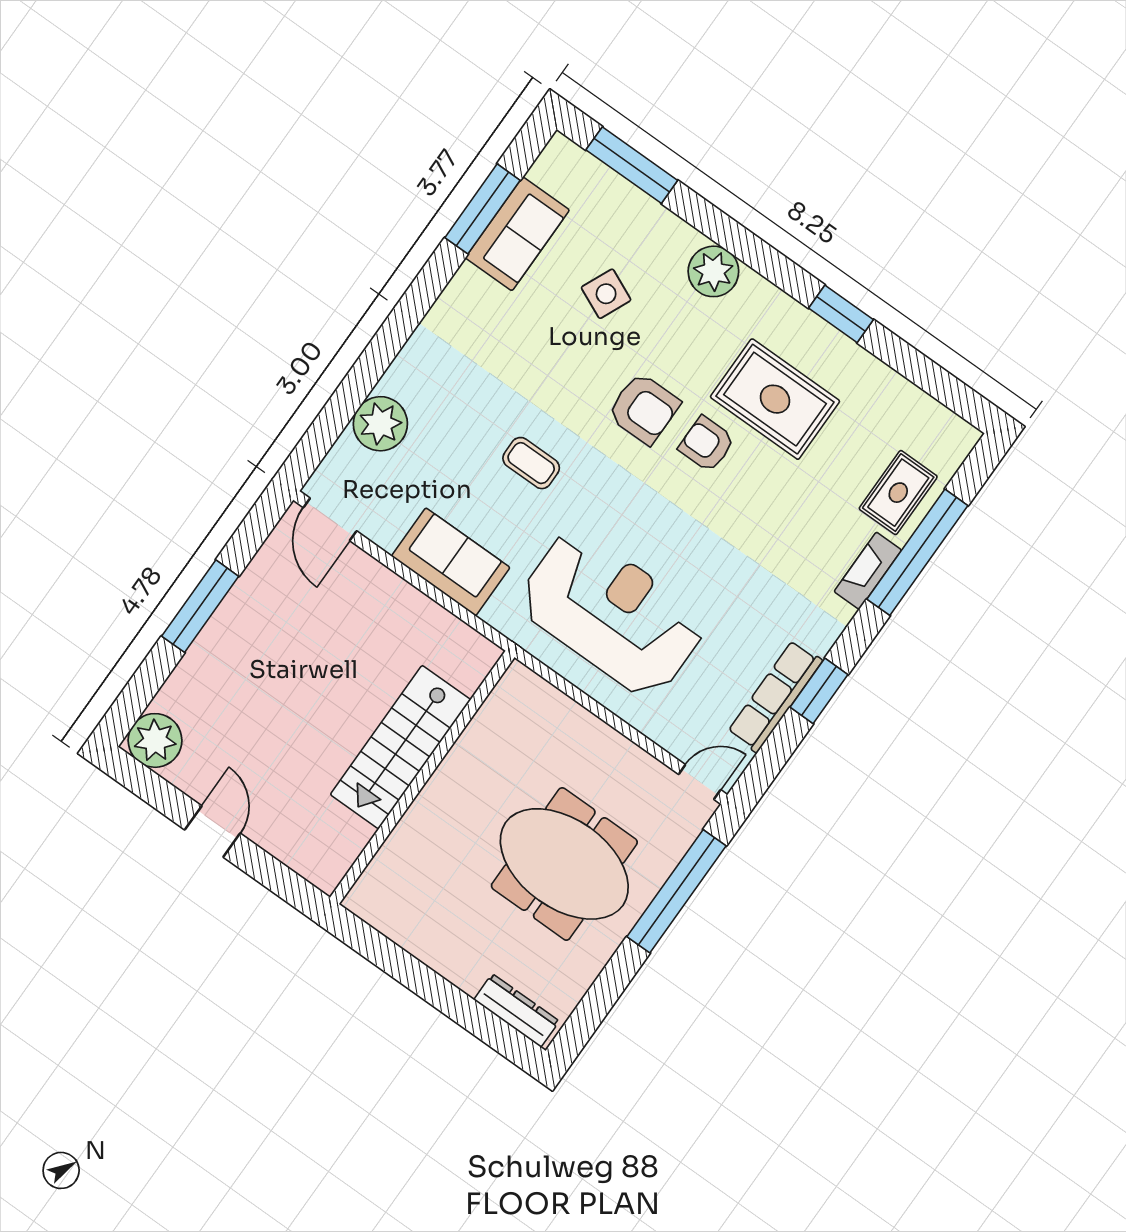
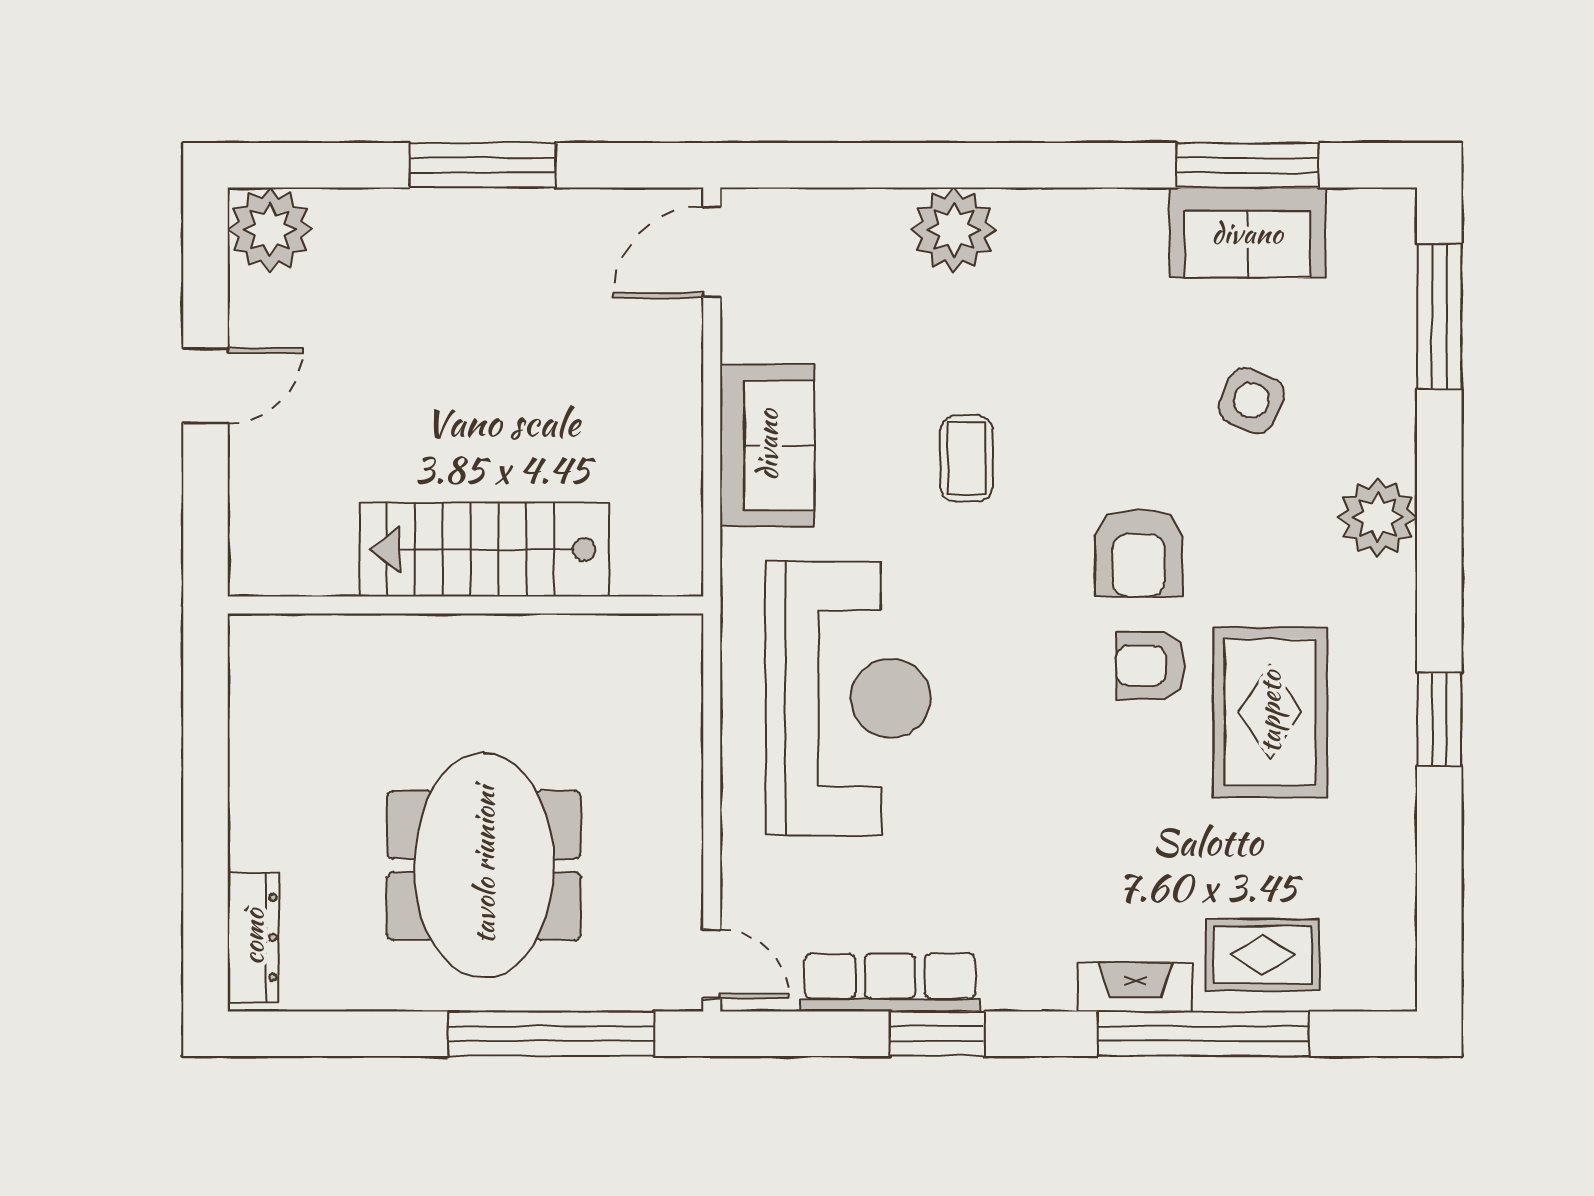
plant: (380, 424) -> (954, 230), moved
armchair: (707, 444) -> (1151, 666), turned -90

